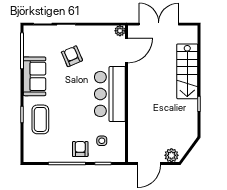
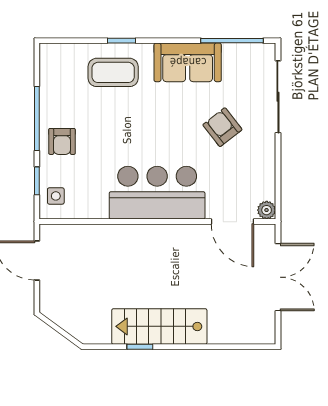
armchair: (72, 56) -> (222, 127), turned -105
stairs: (187, 71) -> (159, 326), moved
side table: (102, 141) -> (56, 196), moved
armchair: (80, 149) -> (62, 141), turned 90
plant: (171, 155) -> (51, 299), removed

